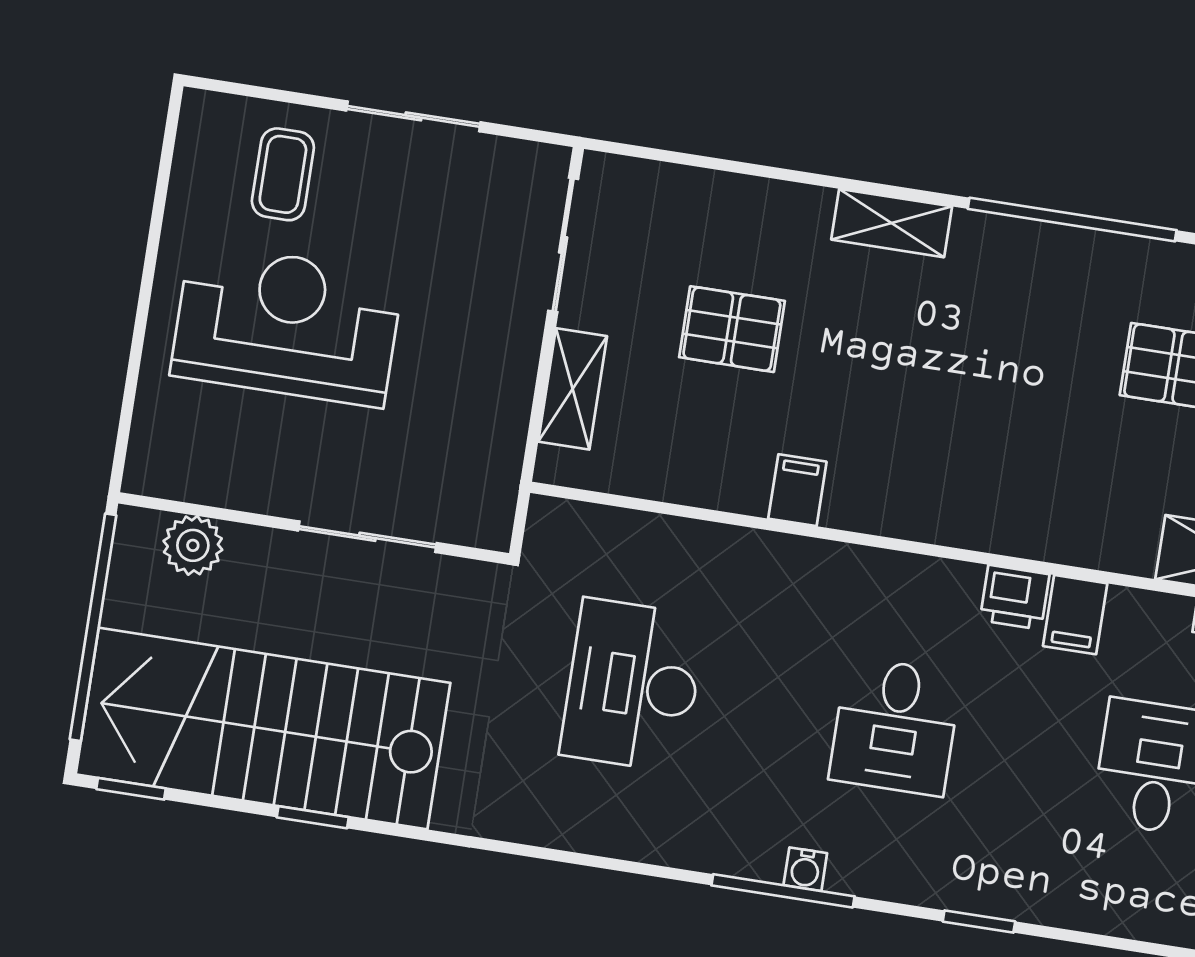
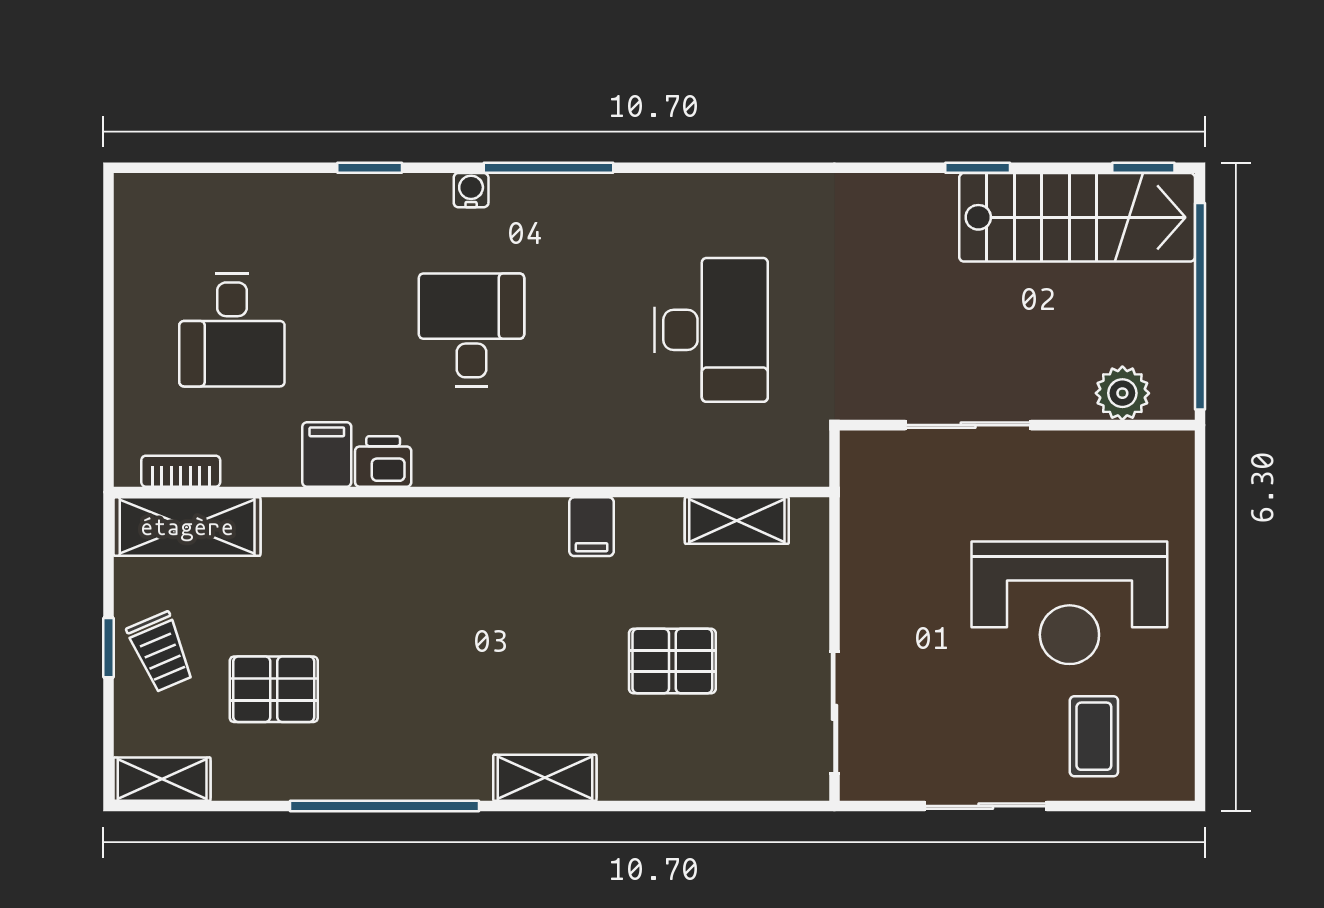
shelving: (573, 389) -> (737, 521), moved, turned 90
stairs: (263, 729) -> (1077, 217), width x0.73, depth x0.66
water cooler: (805, 869) -> (471, 190), moved

